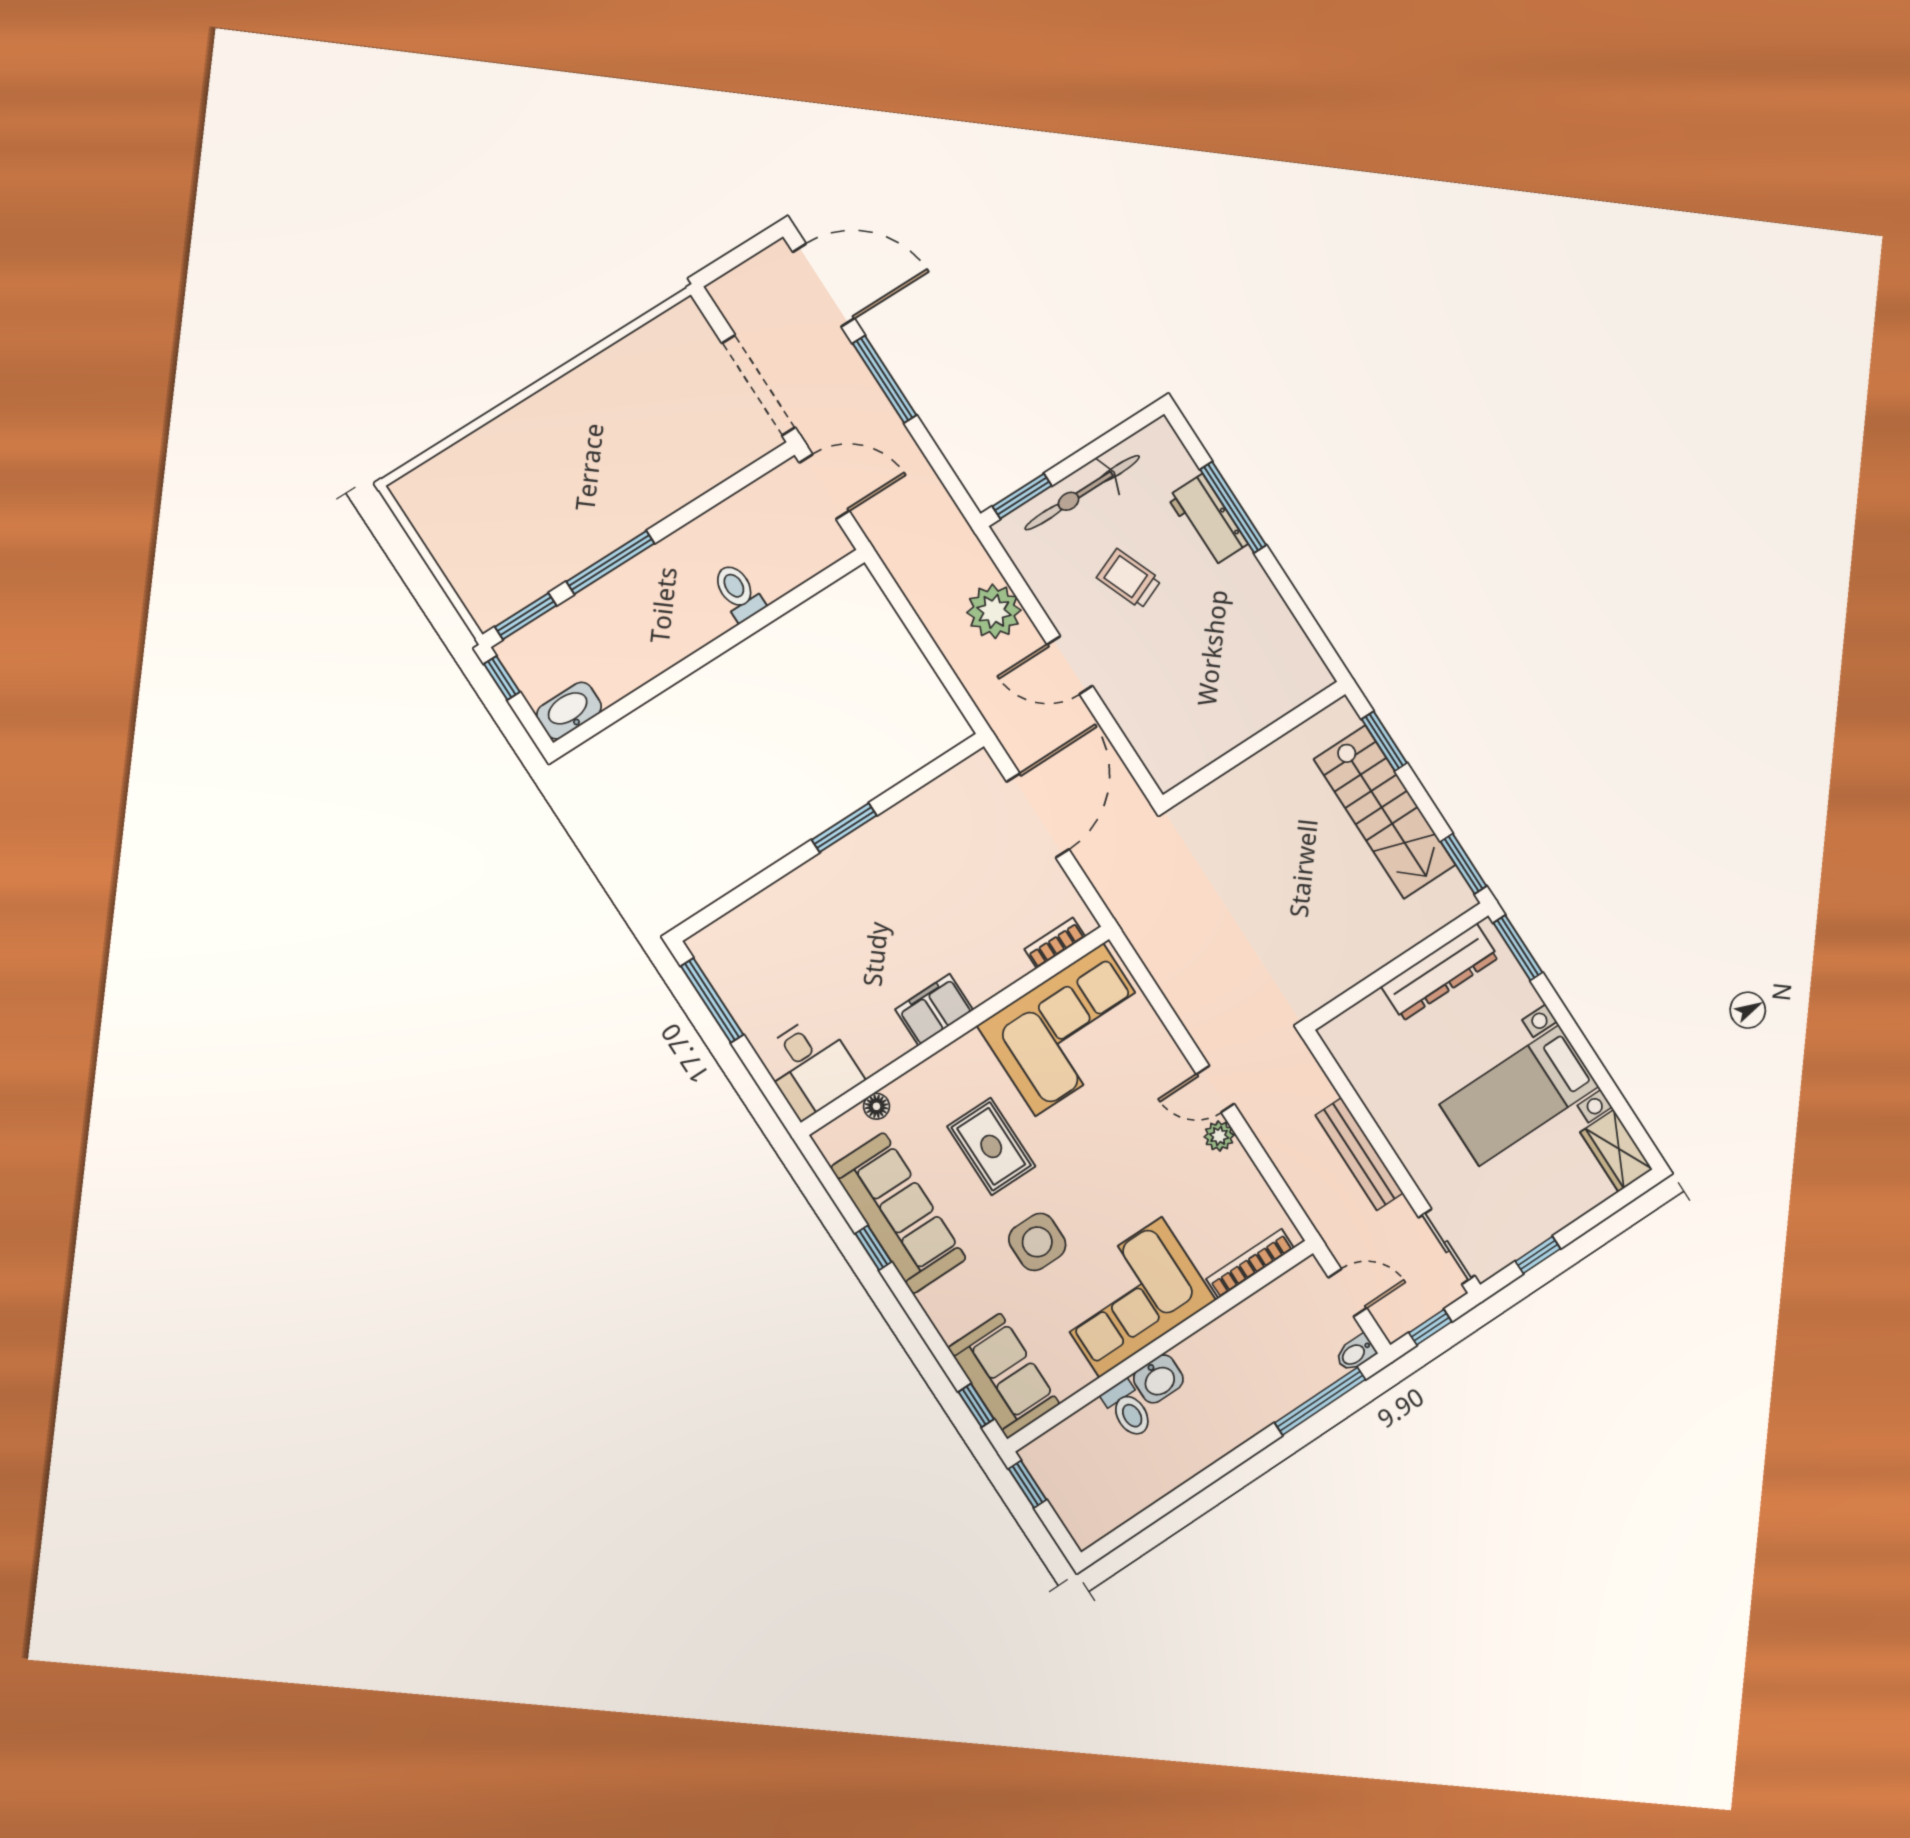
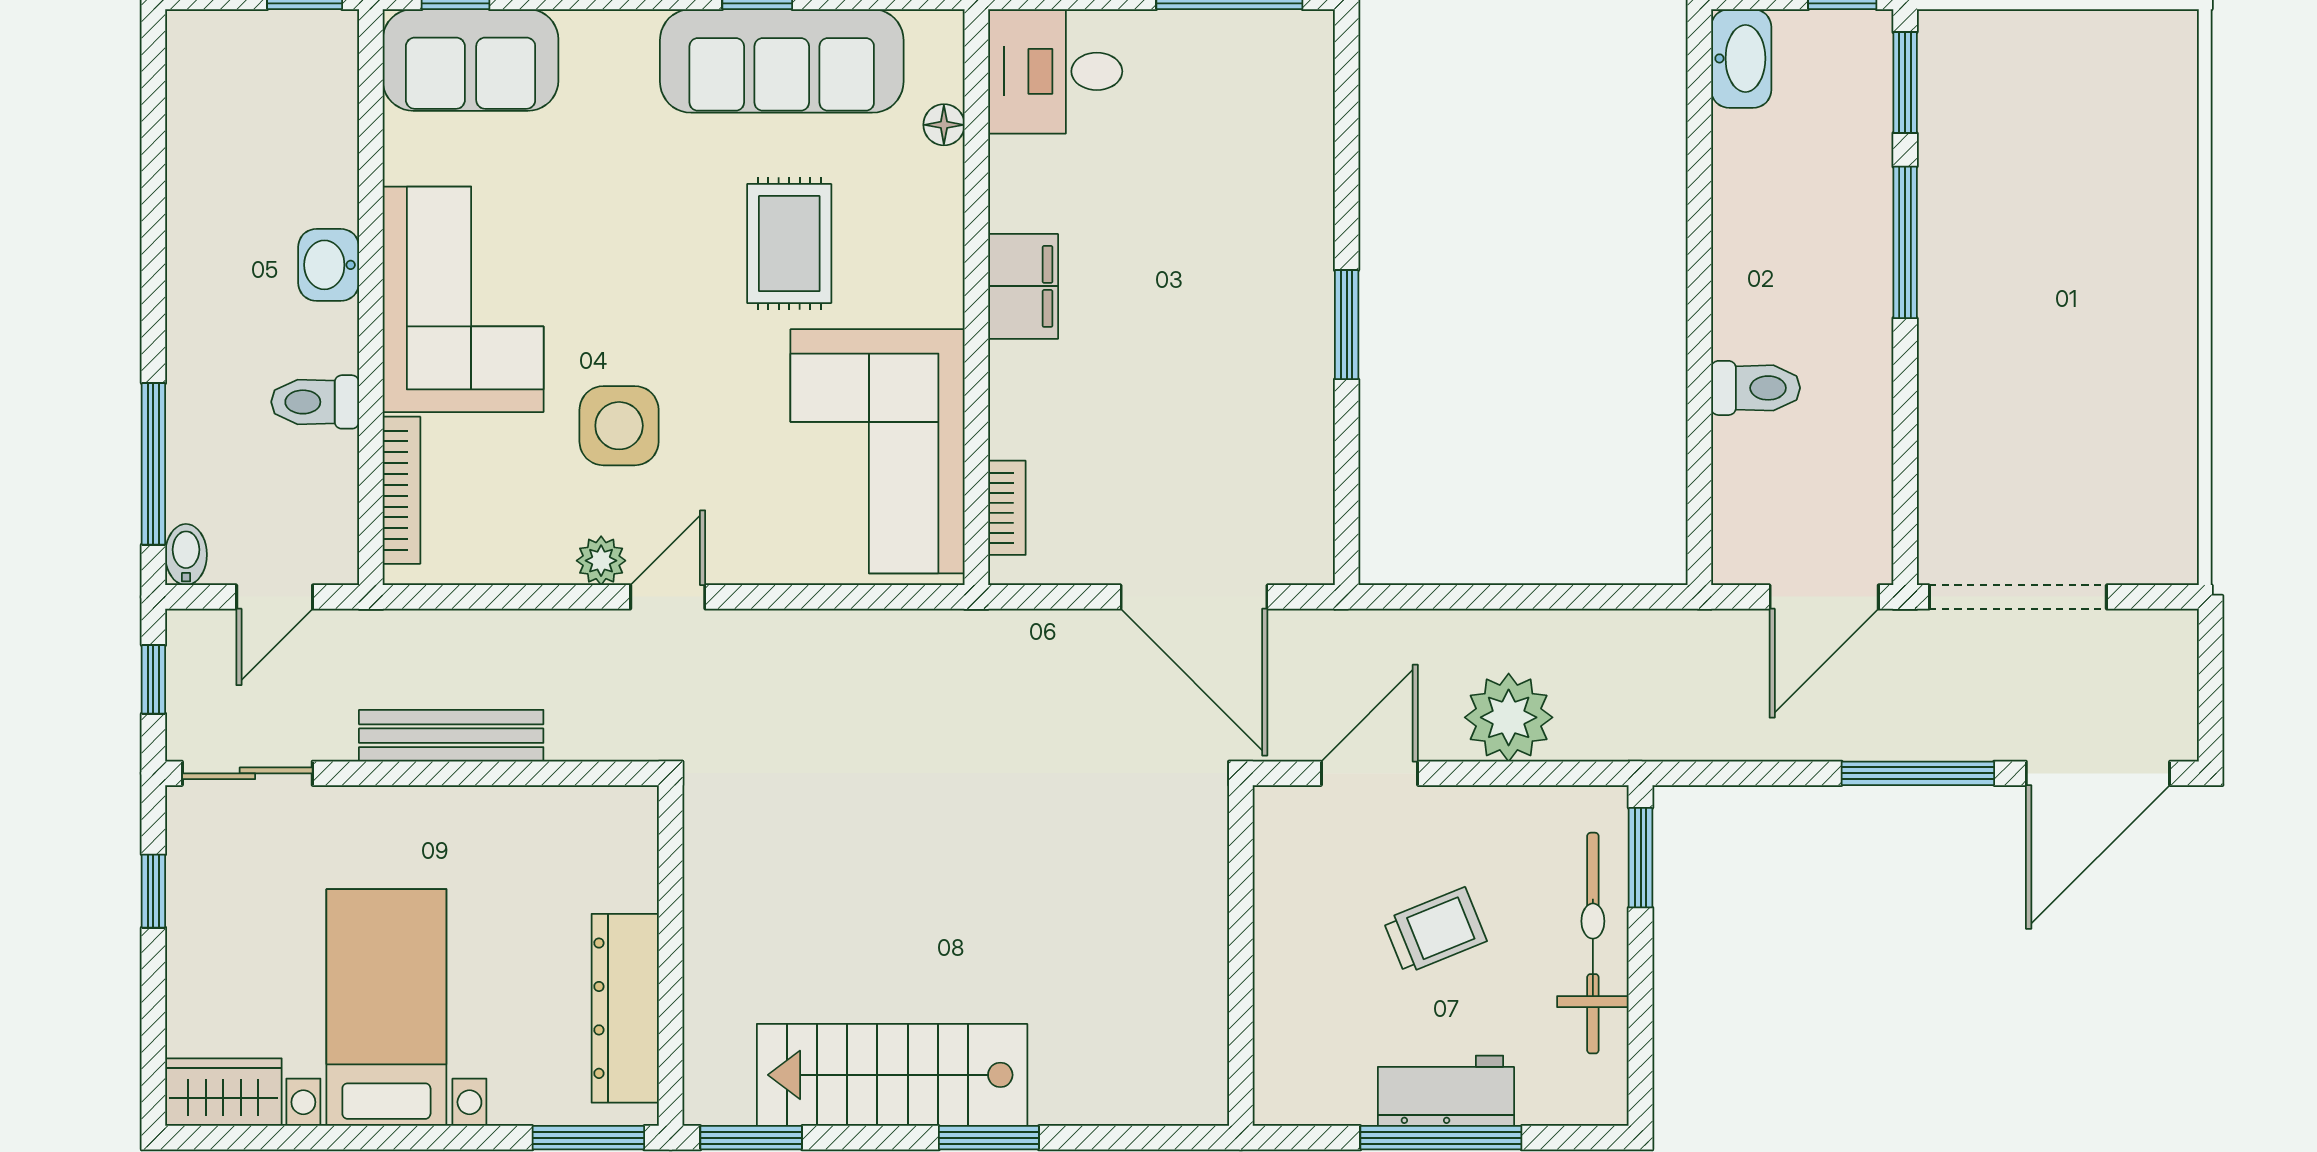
wall: (1254, 744) -> (1241, 955), moved
rug: (991, 1146) -> (789, 244), turned 90
side table: (1037, 1242) -> (619, 426), moved
toilet: (1128, 1409) -> (315, 402), moved

